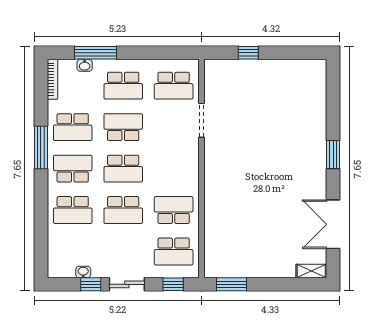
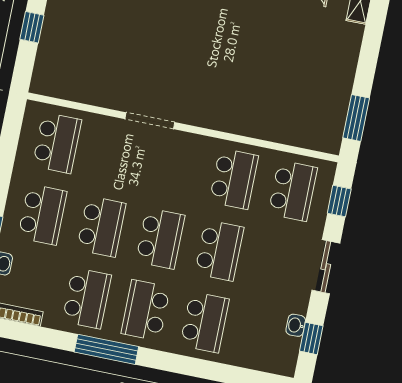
doorway: (201, 120) -> (150, 121), moved
school desk: (123, 127) -> (101, 227), turned 180
school desk: (174, 210) -> (234, 179), turned 180
window: (91, 284) -> (311, 338), moved

